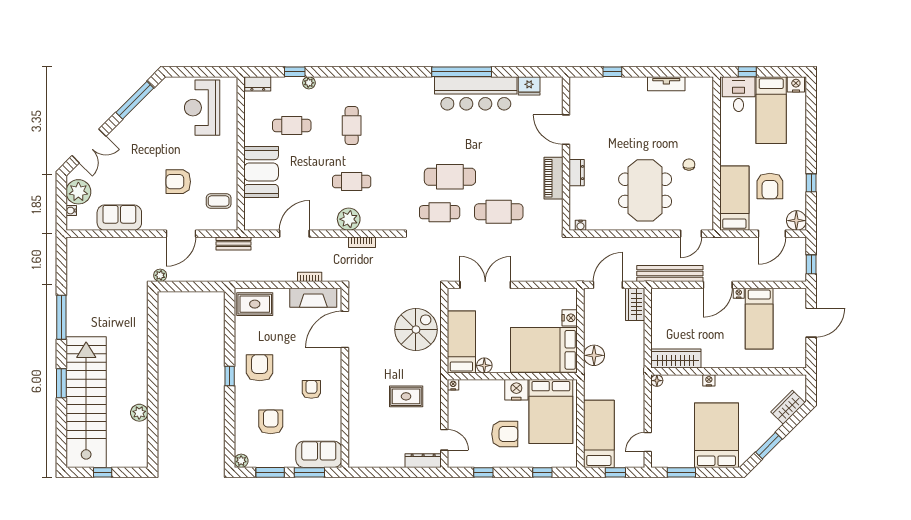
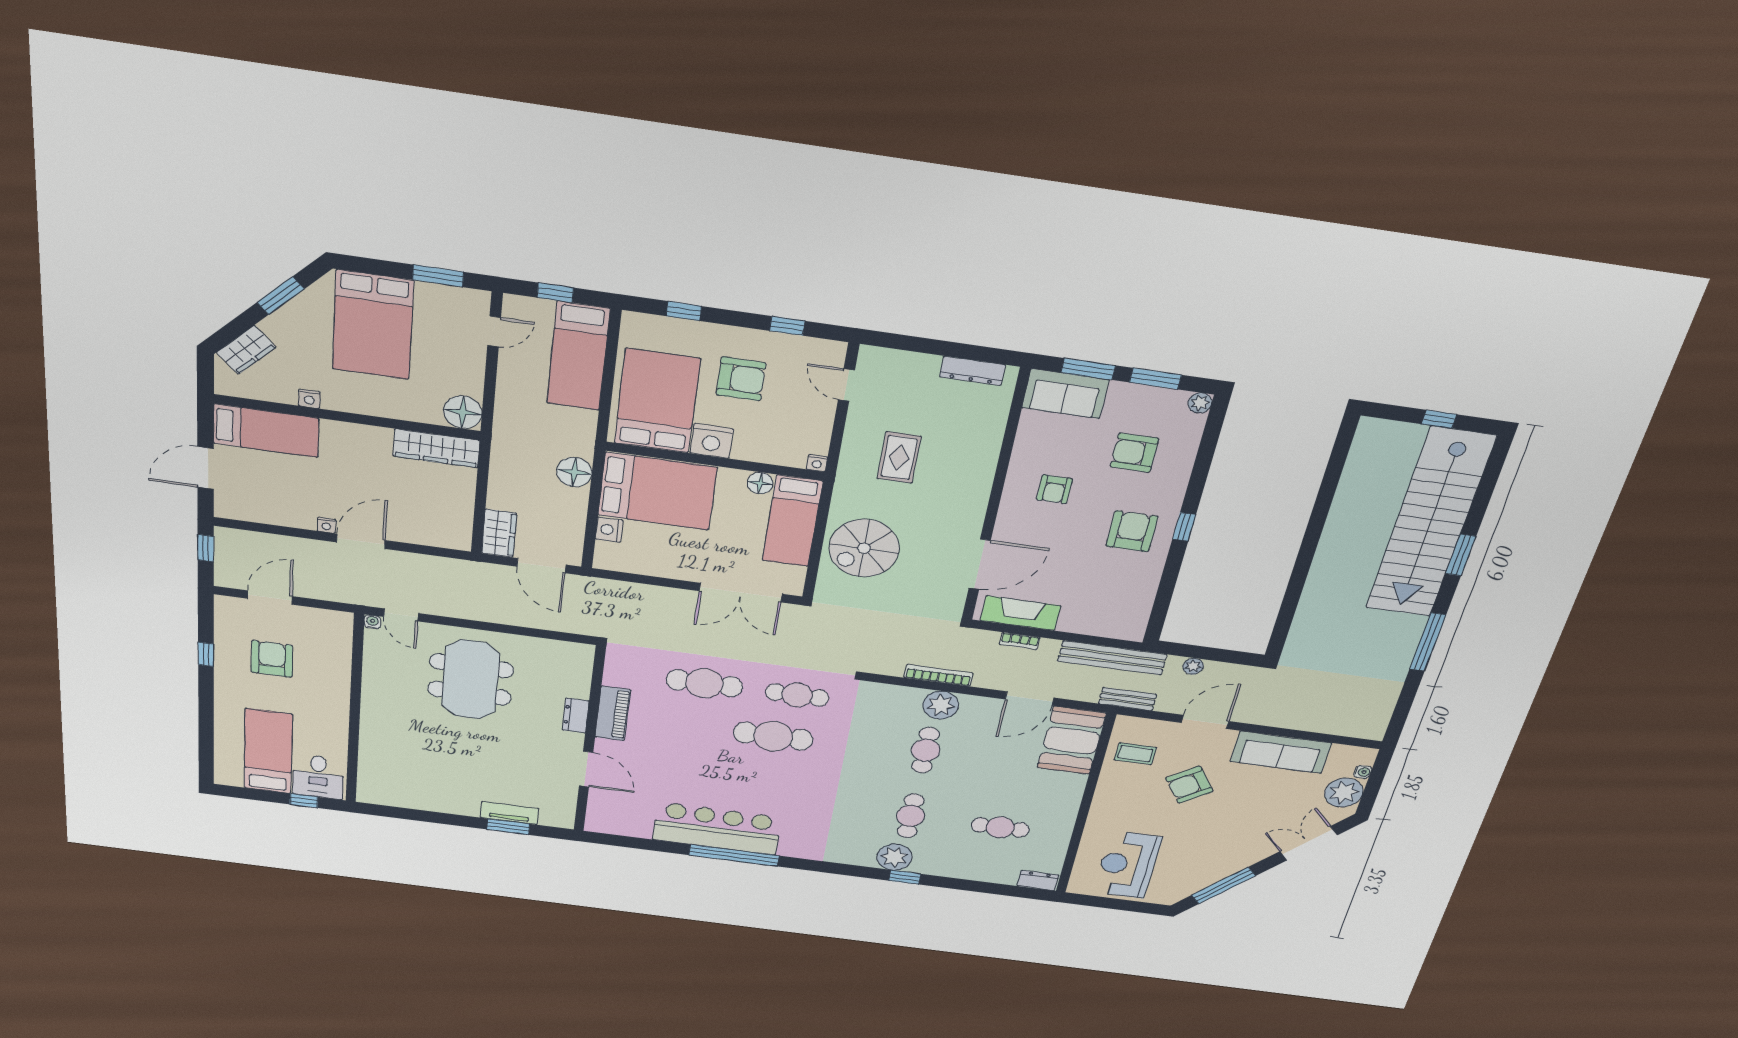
window: (295, 72) -> (905, 877), moved
window: (612, 72) -> (508, 827), width x1.50
plant: (309, 83) -> (894, 857), moved, width x1.87, depth x1.87
tv unit: (666, 84) -> (509, 813), moved
nightstand: (796, 84) -> (230, 777), removed
fridge: (529, 86) -> (636, 827), removed
reception desk: (202, 108) -> (1128, 865), turned 180
chair: (689, 165) -> (399, 702), removed
booth: (261, 172) -> (1072, 740), moved
armchair: (178, 182) -> (1189, 785), turned 145
cafe table: (352, 182) -> (926, 750), turned 90
bed: (734, 198) -> (329, 651), removed
sofa: (119, 218) -> (1281, 752), width x1.36
floor lamp: (796, 221) -> (230, 609), removed
water cooler: (581, 225) -> (372, 622), moved
door: (691, 234) -> (401, 615), swing flipped
bookcase: (362, 242) -> (938, 675), width x1.56
bench: (670, 273) -> (1112, 658), moved
plant: (160, 275) -> (1193, 666), moved
door: (608, 285) -> (541, 566), hinge flipped
rug: (255, 304) -> (1116, 617), removed
bed: (759, 319) -> (266, 431), moved, turned 90
armchair: (260, 368) -> (1132, 531), turned 180
nightstand: (709, 380) -> (309, 399), moved
floor lamp: (657, 381) -> (463, 412), width x1.89, depth x1.89
rug: (406, 396) -> (899, 457), turned 90
plant: (139, 413) -> (1348, 496), removed
armchair: (271, 422) -> (1134, 453), turned 90
armchair: (505, 434) -> (741, 379), turned 180
dresser: (423, 461) -> (972, 371), moved

